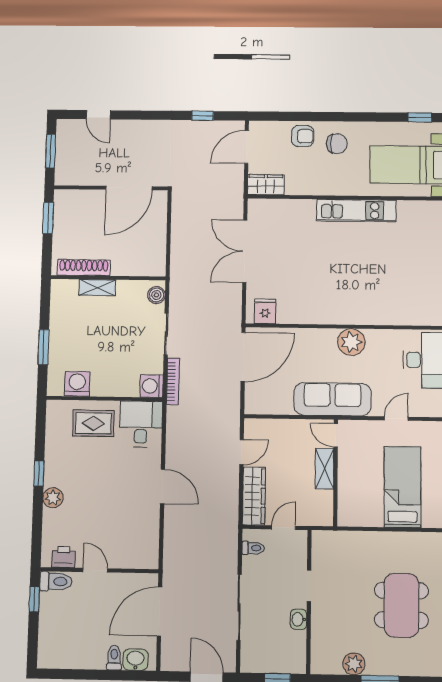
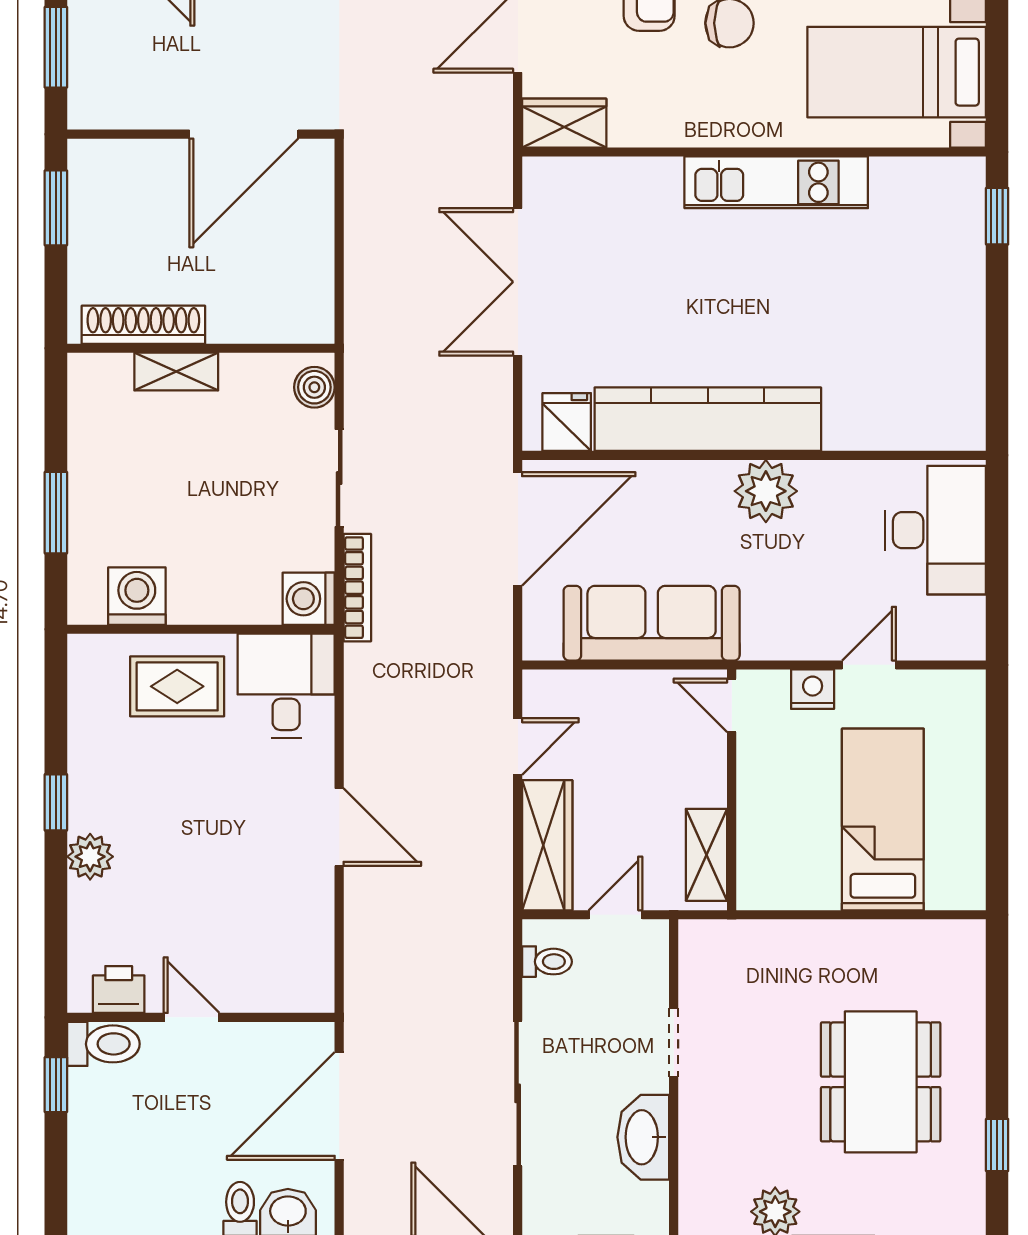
kitchen counter: (326, 311) -> (708, 419), added
sofa: (332, 399) -> (652, 623), moved
nightstand: (371, 429) -> (813, 689), added
shelving: (324, 469) -> (706, 855), moved
washbasin: (299, 619) -> (643, 1137), width x1.91, depth x1.45

